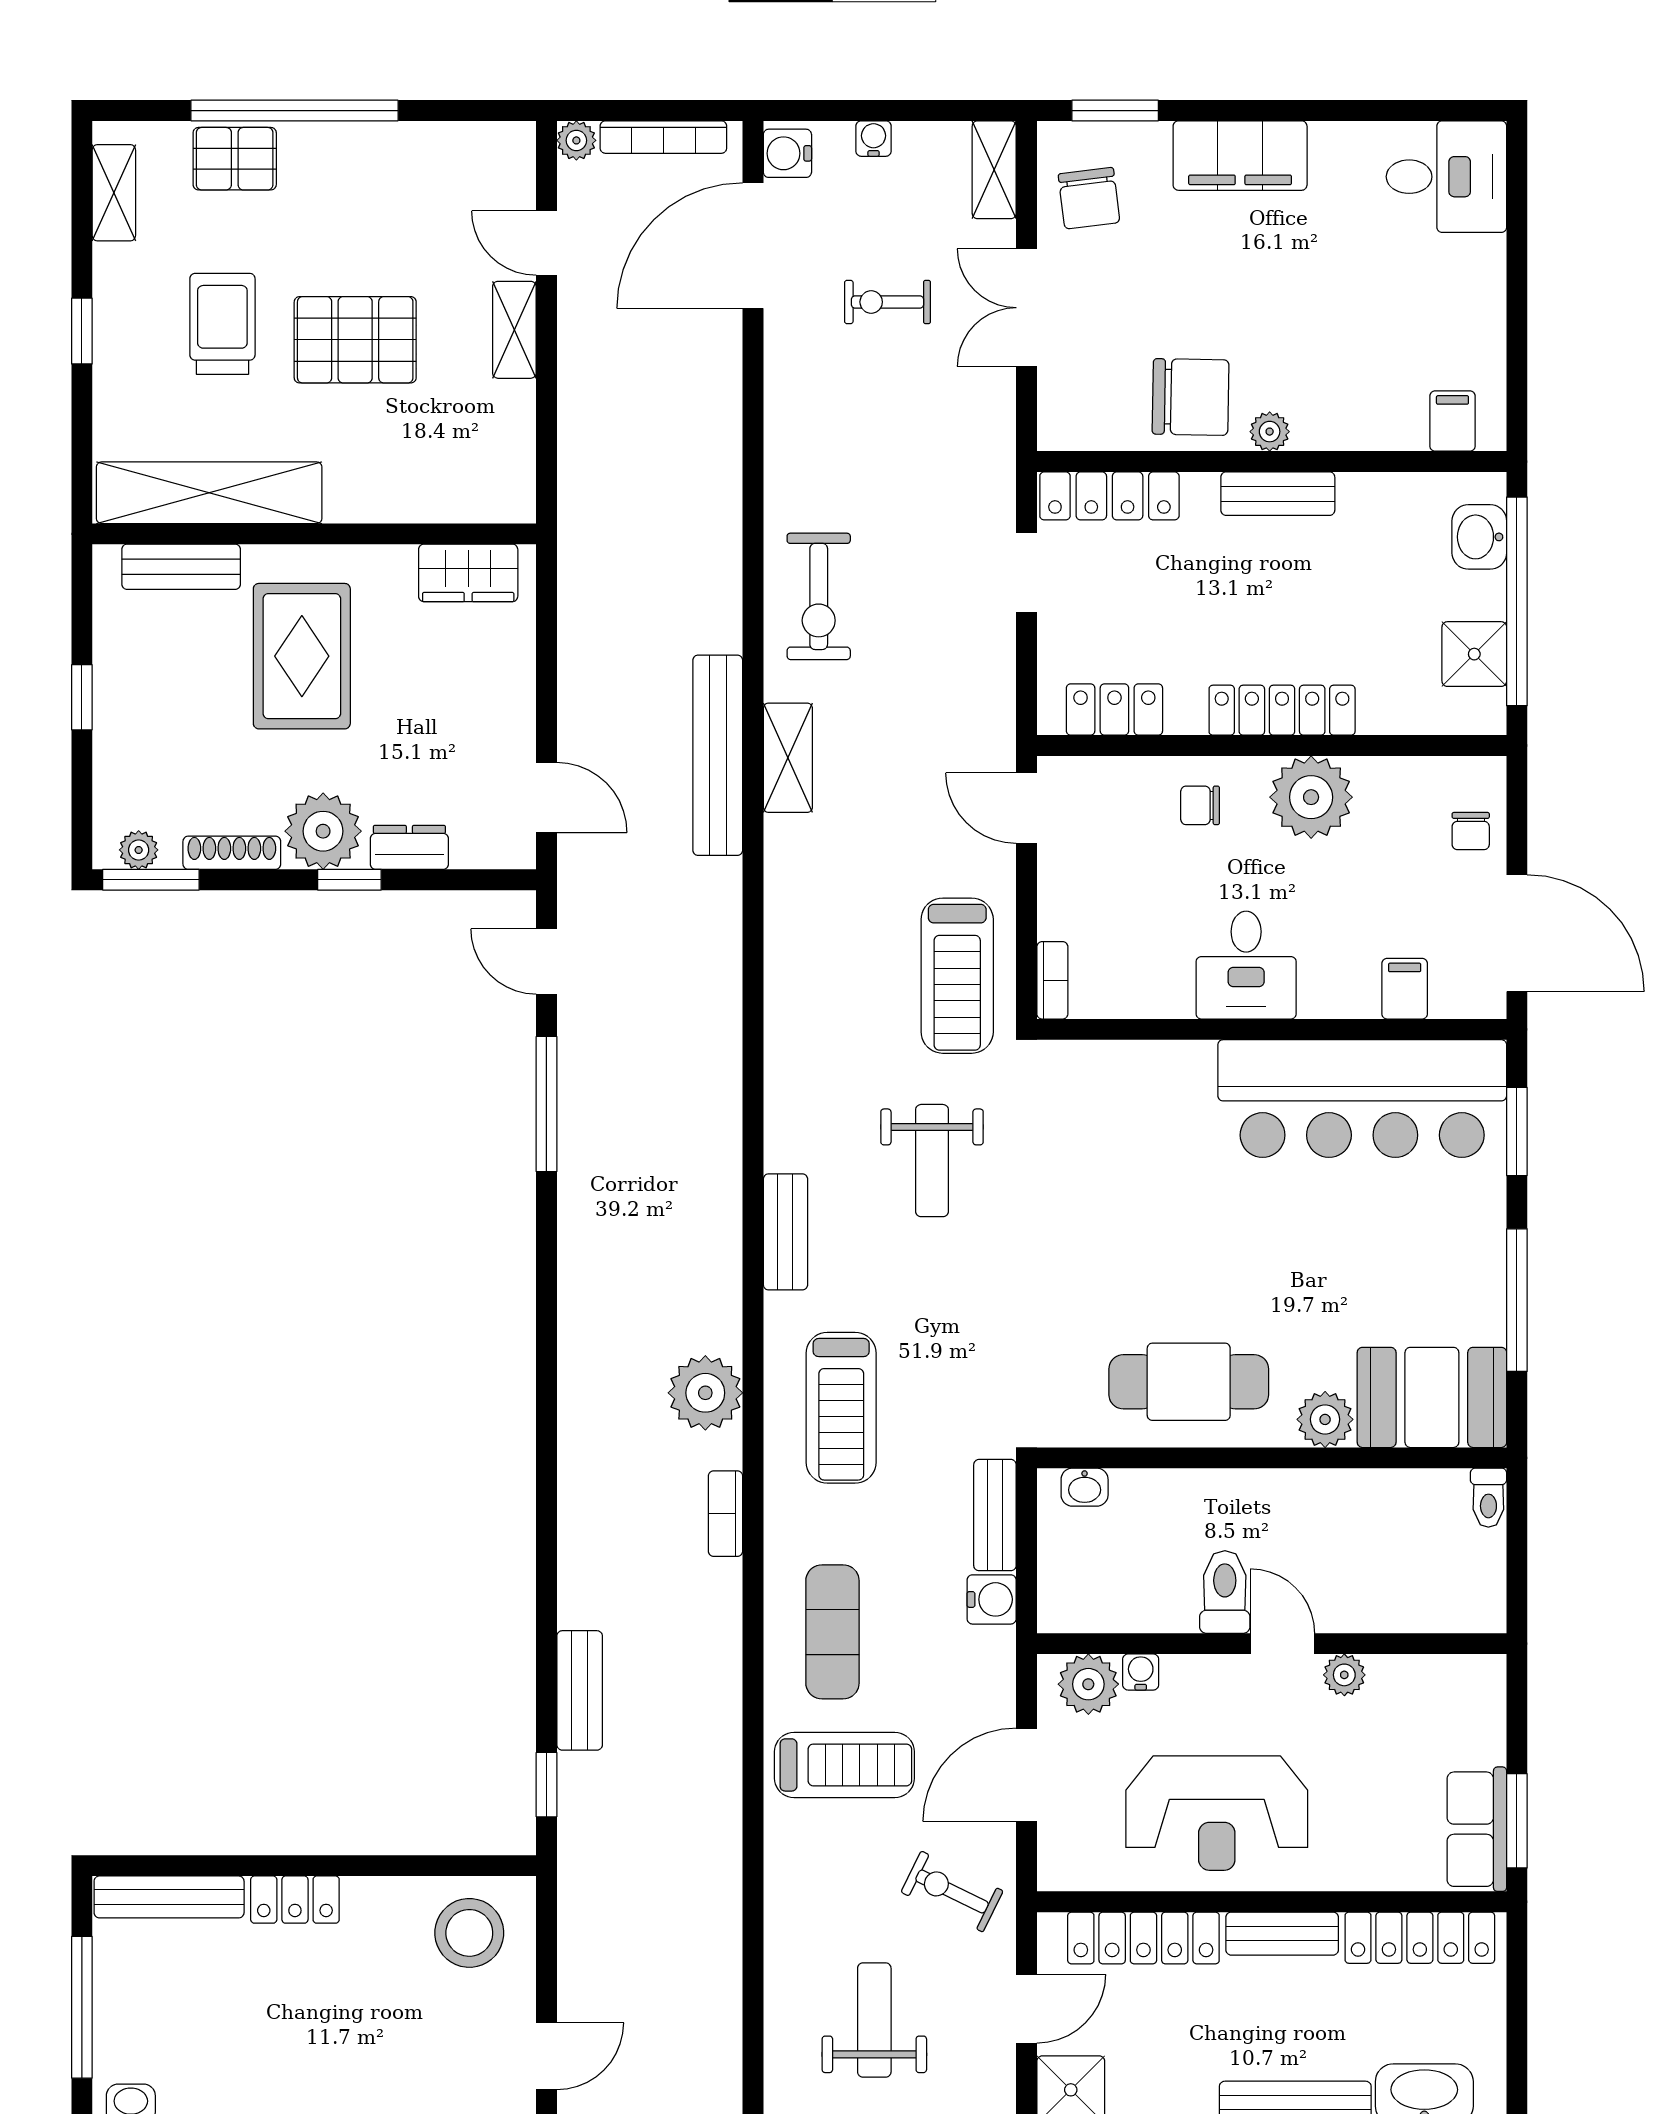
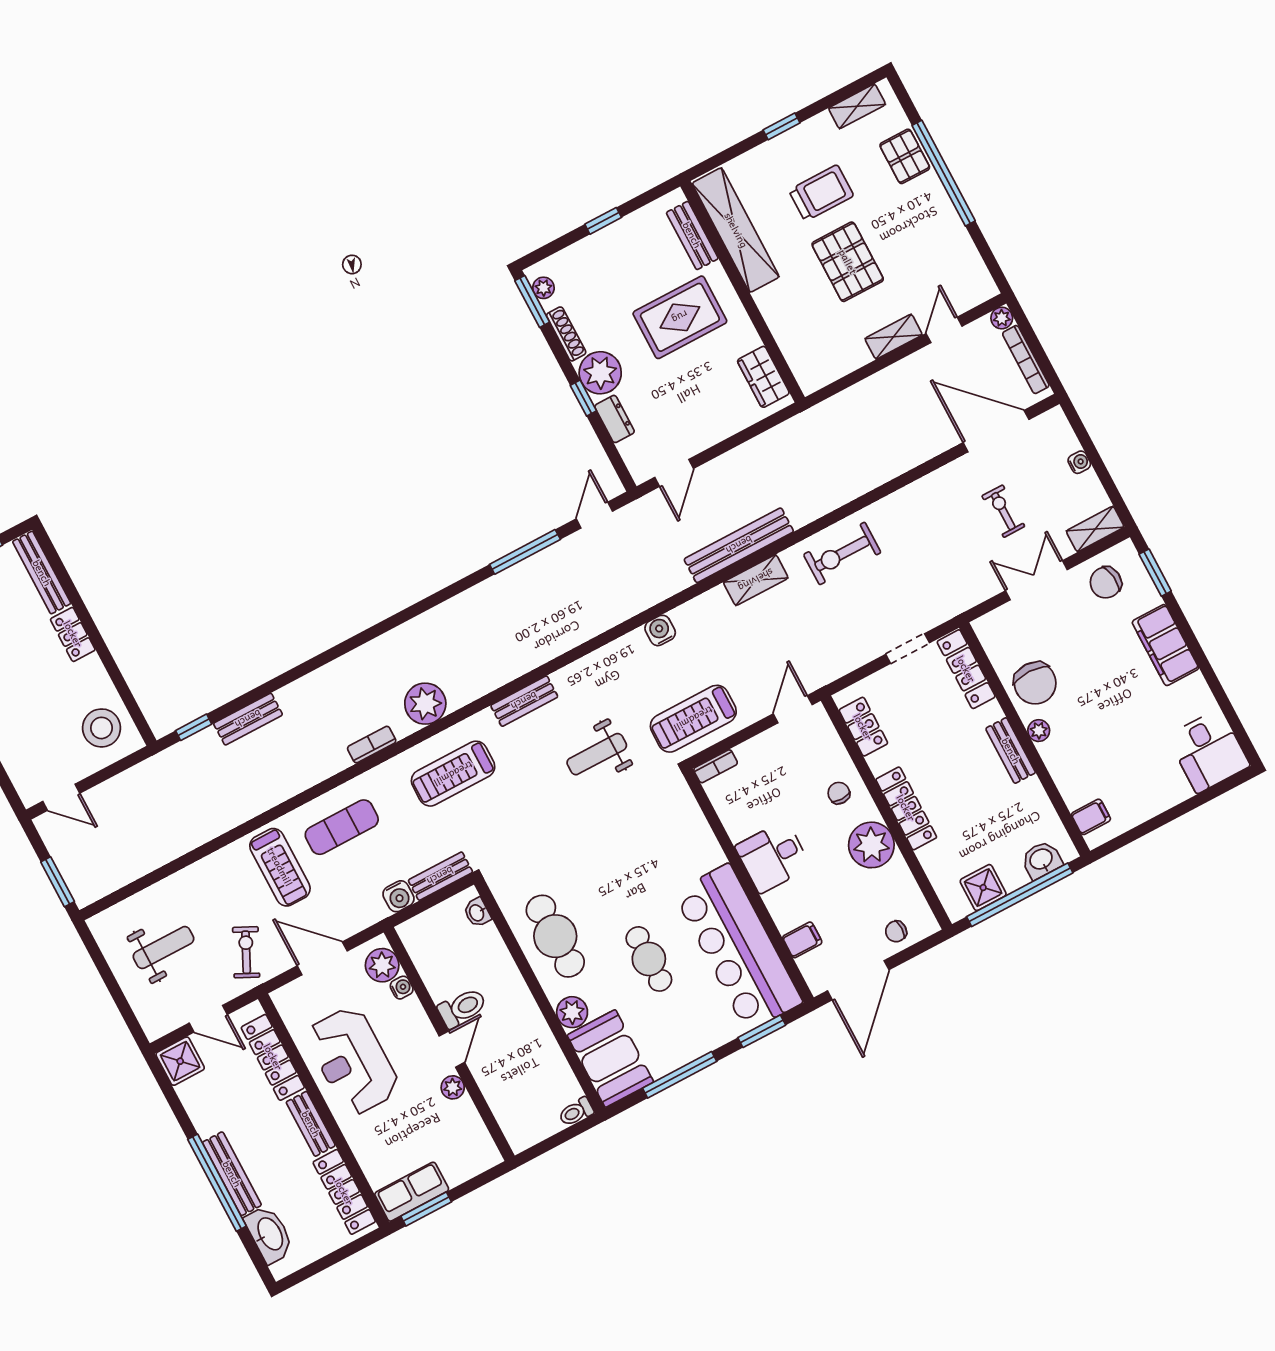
water cooler: (787, 153) -> (660, 630), moved
cafe table: (1305, 1251) -> (649, 959), added

